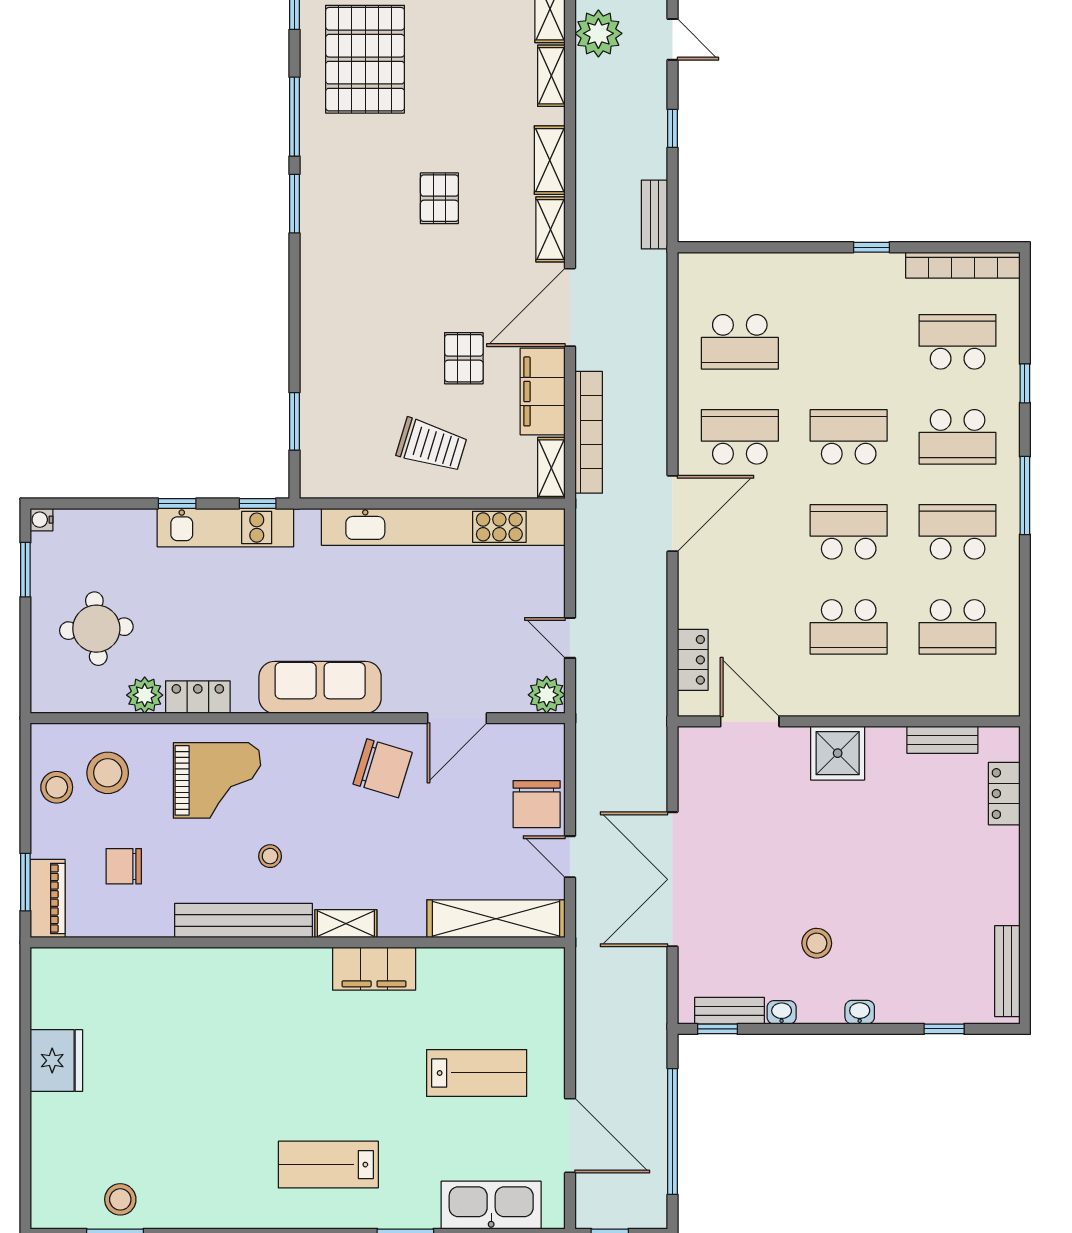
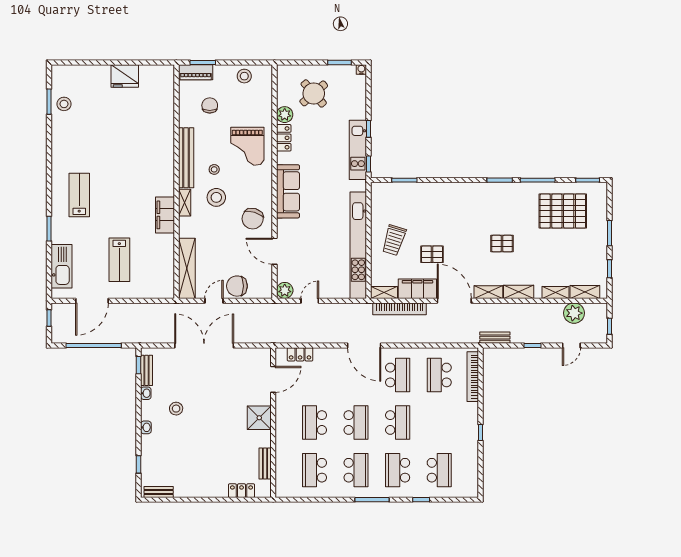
bookcase: (963, 265) -> (473, 377), moved
round table: (96, 629) -> (314, 93), turned -37
stool: (108, 773) -> (216, 197), moved
bench: (1007, 971) -> (159, 492), width x0.73

